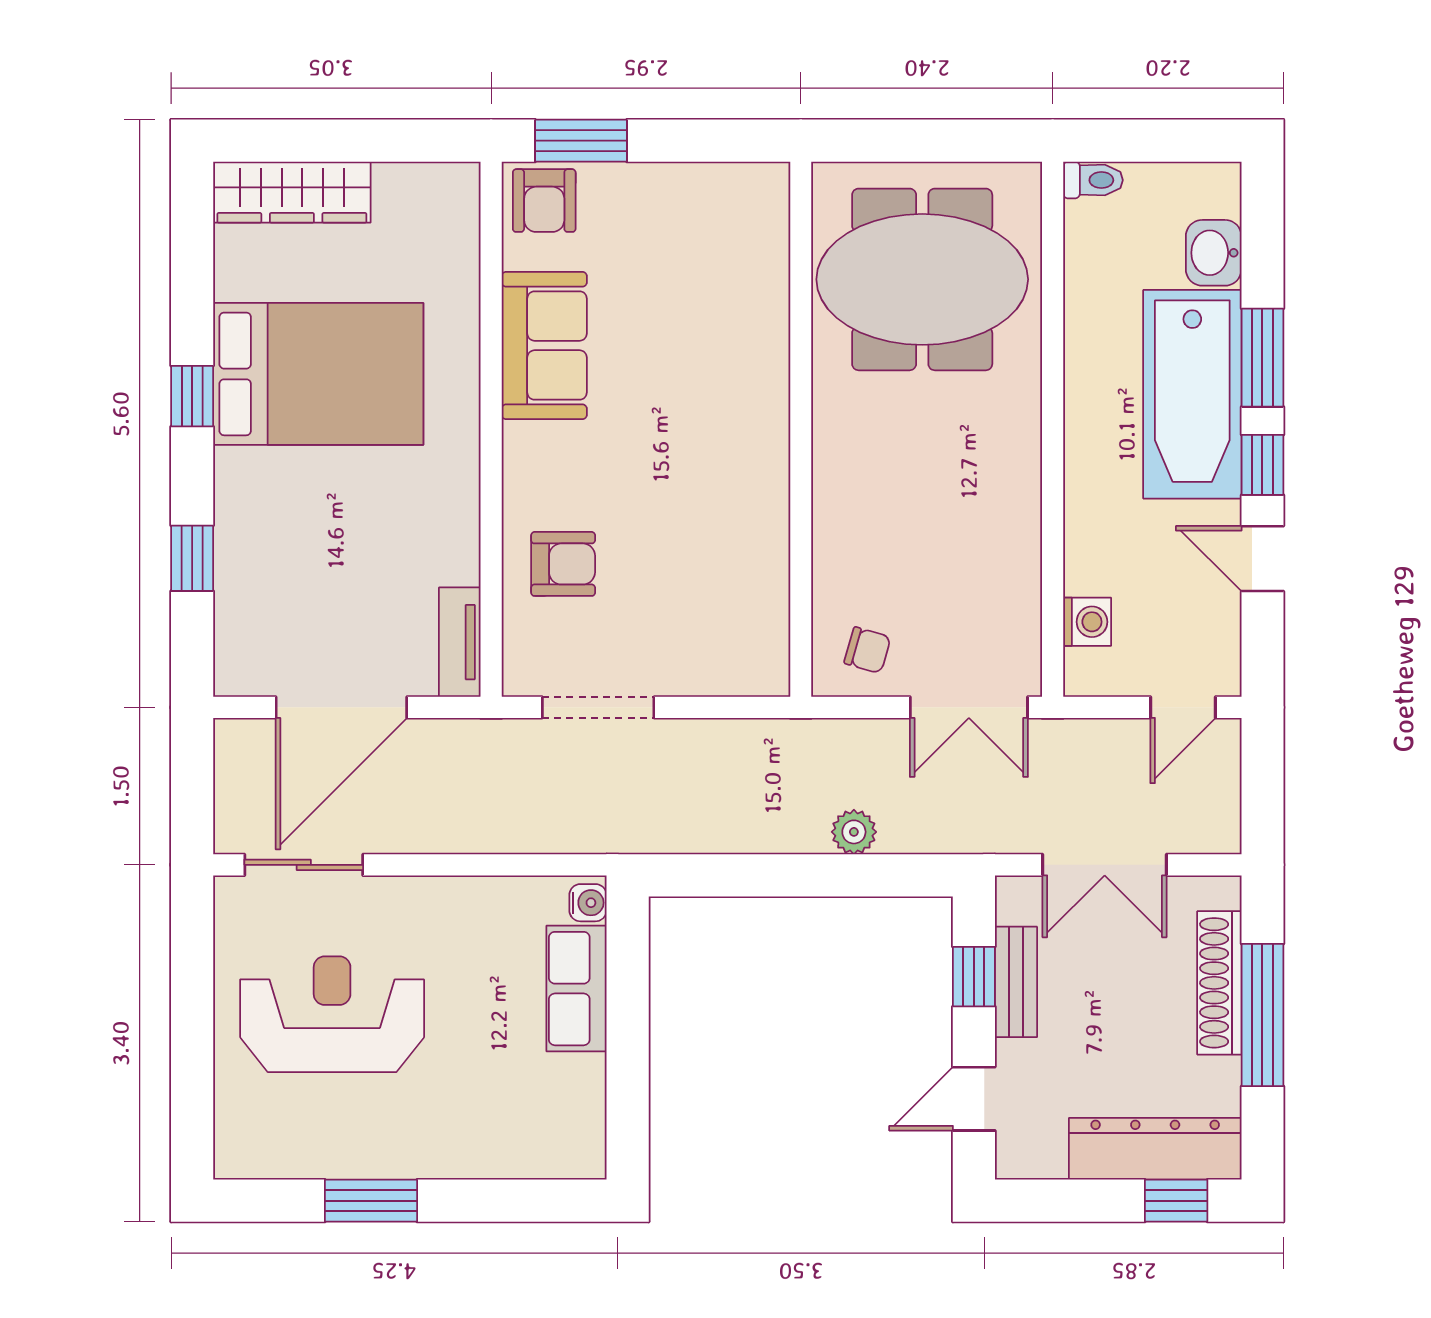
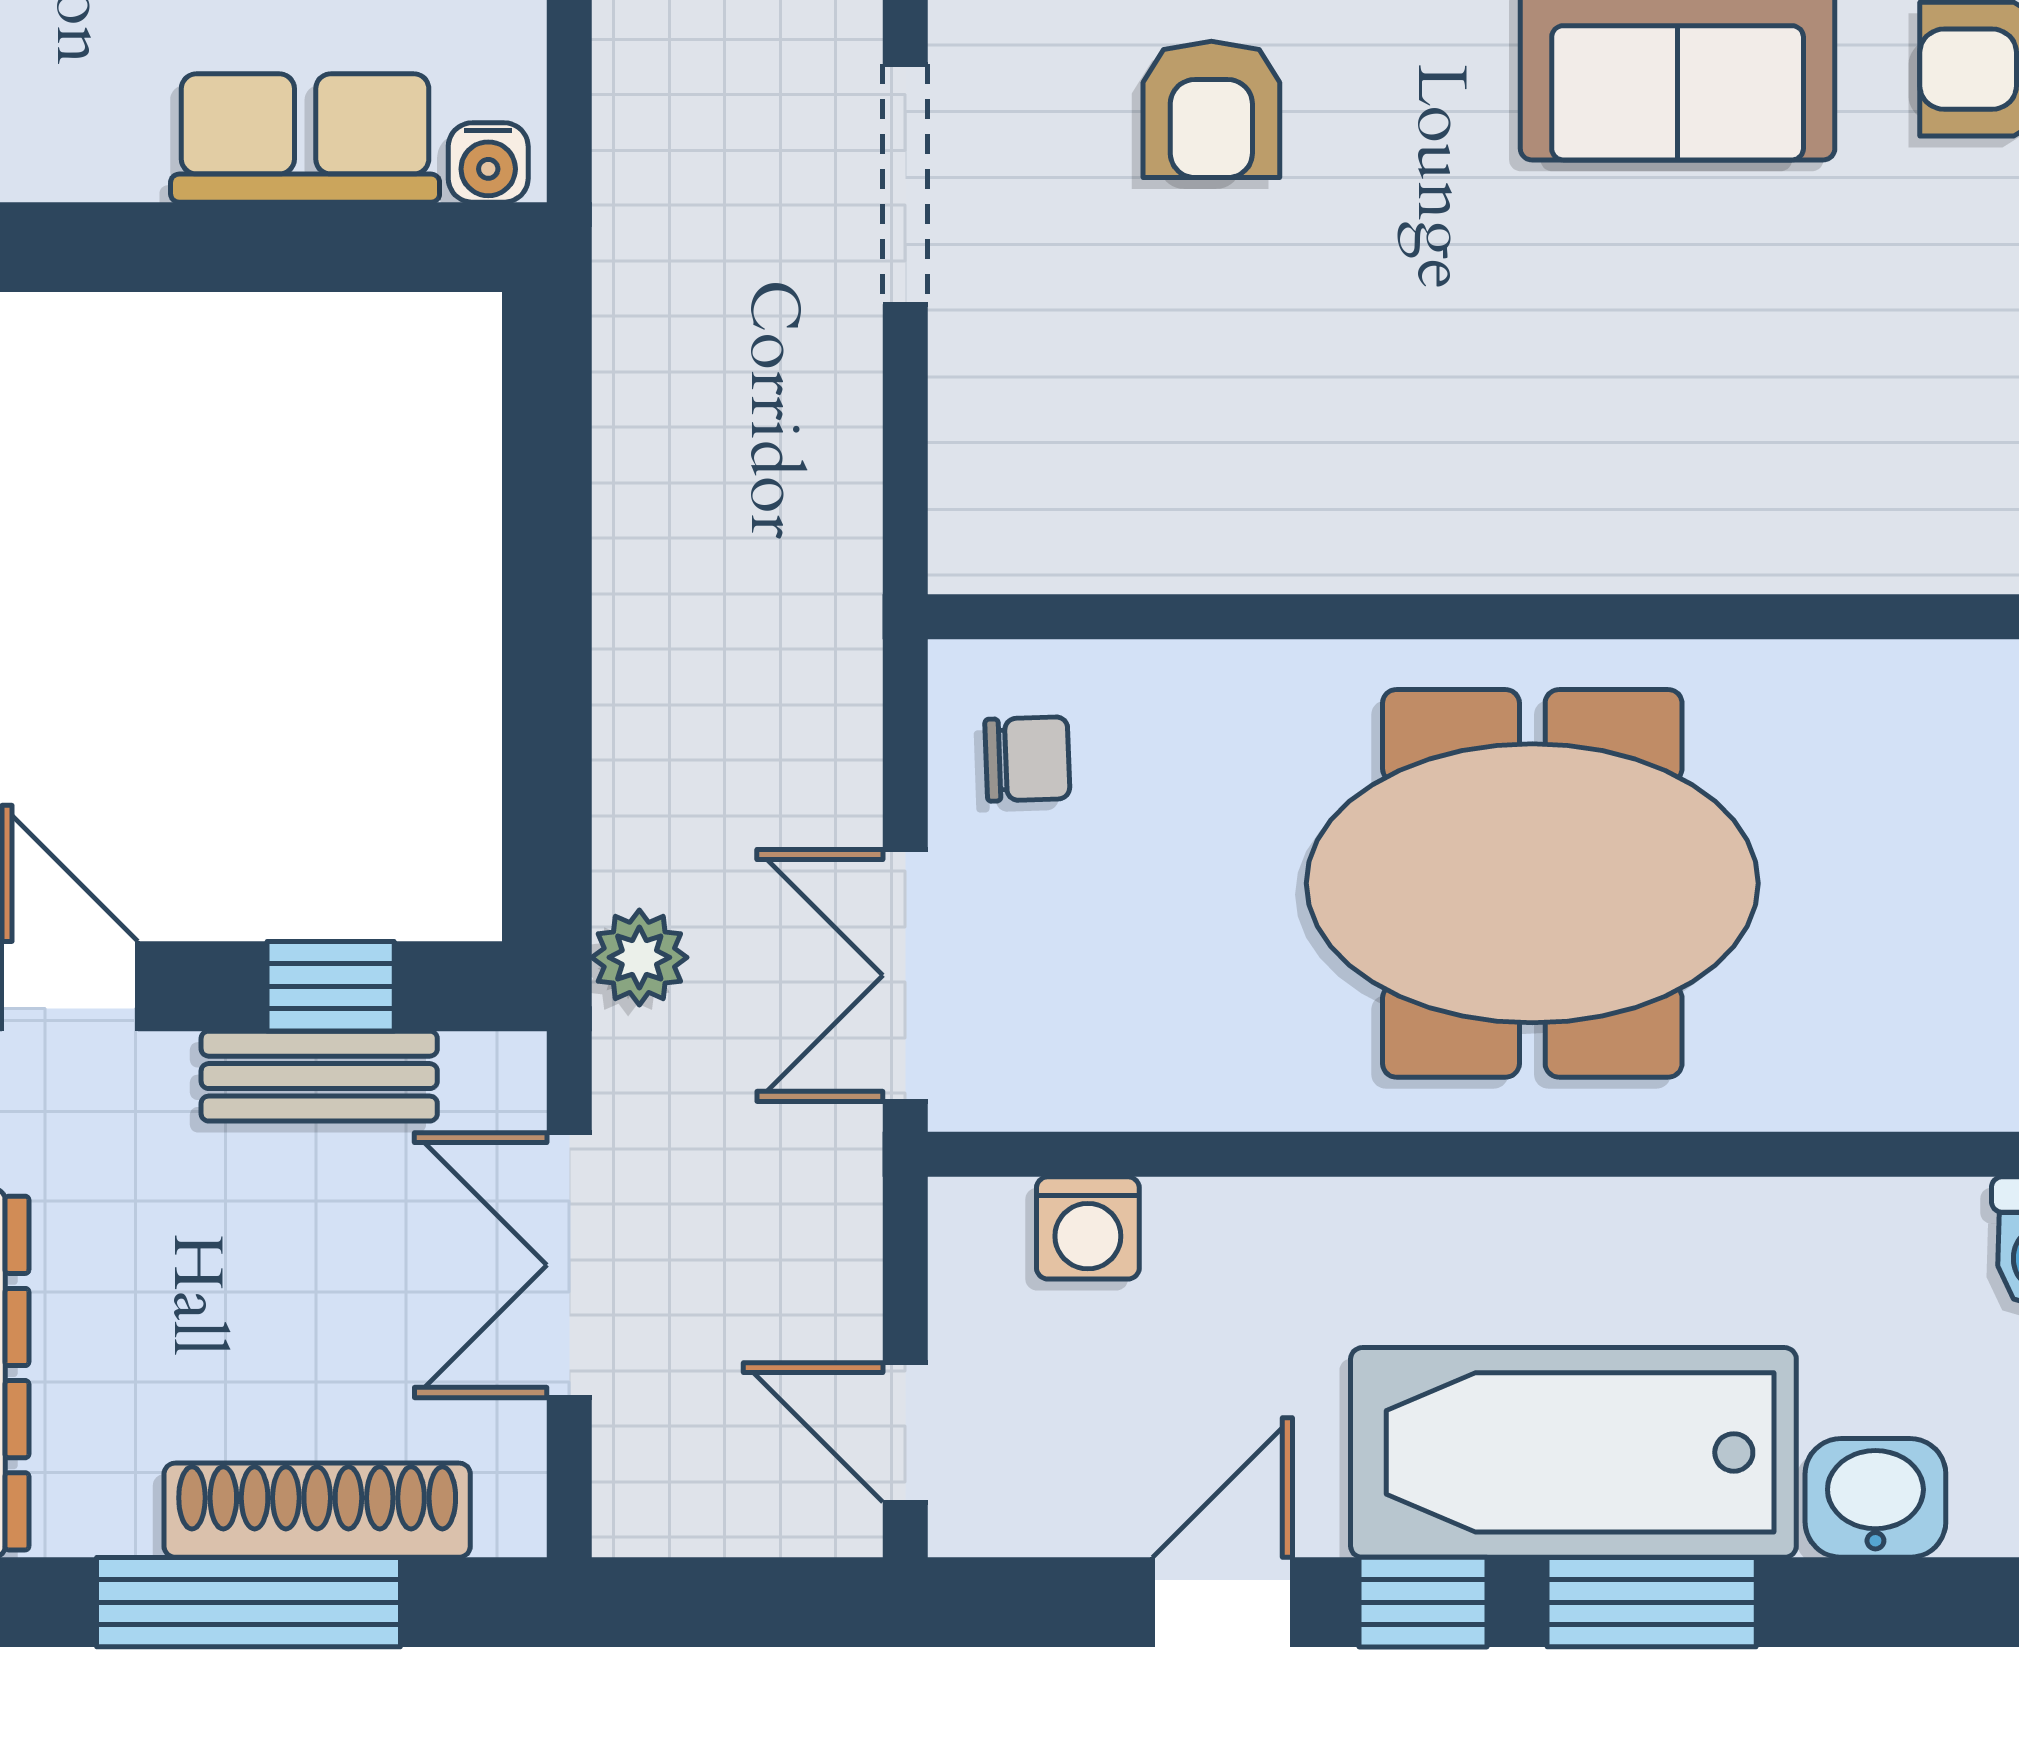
meeting table: (922, 279) -> (1532, 883), moved, turned 90
chair: (867, 650) -> (1027, 759), turned -108
plant: (854, 832) -> (639, 957), moved

